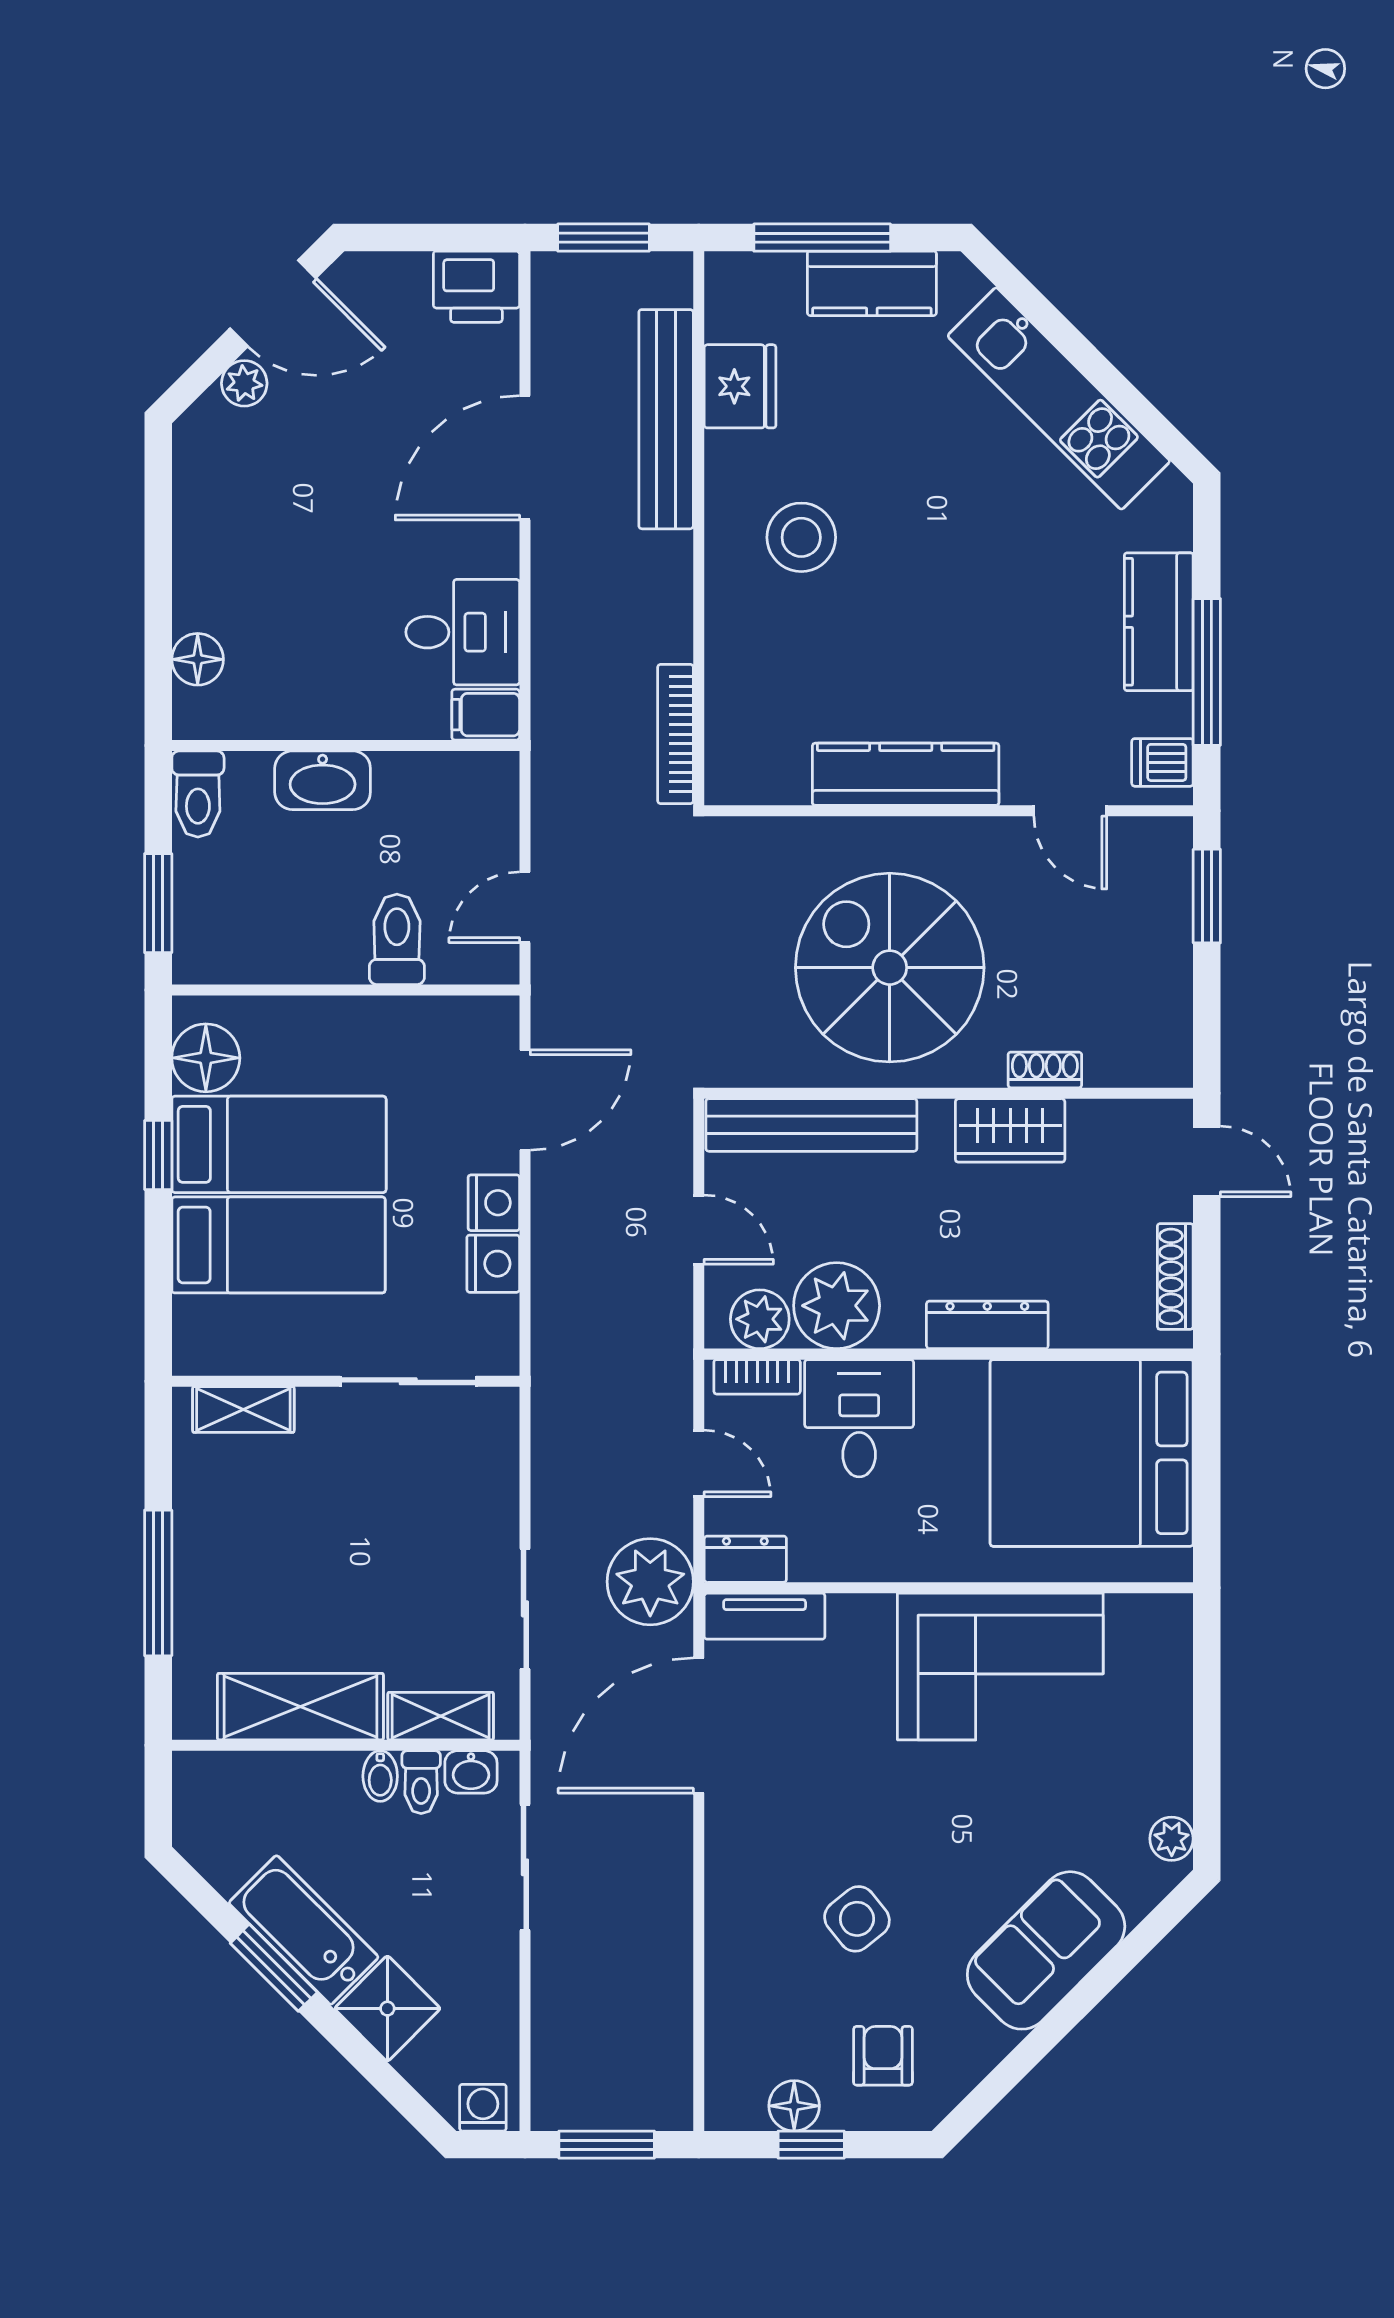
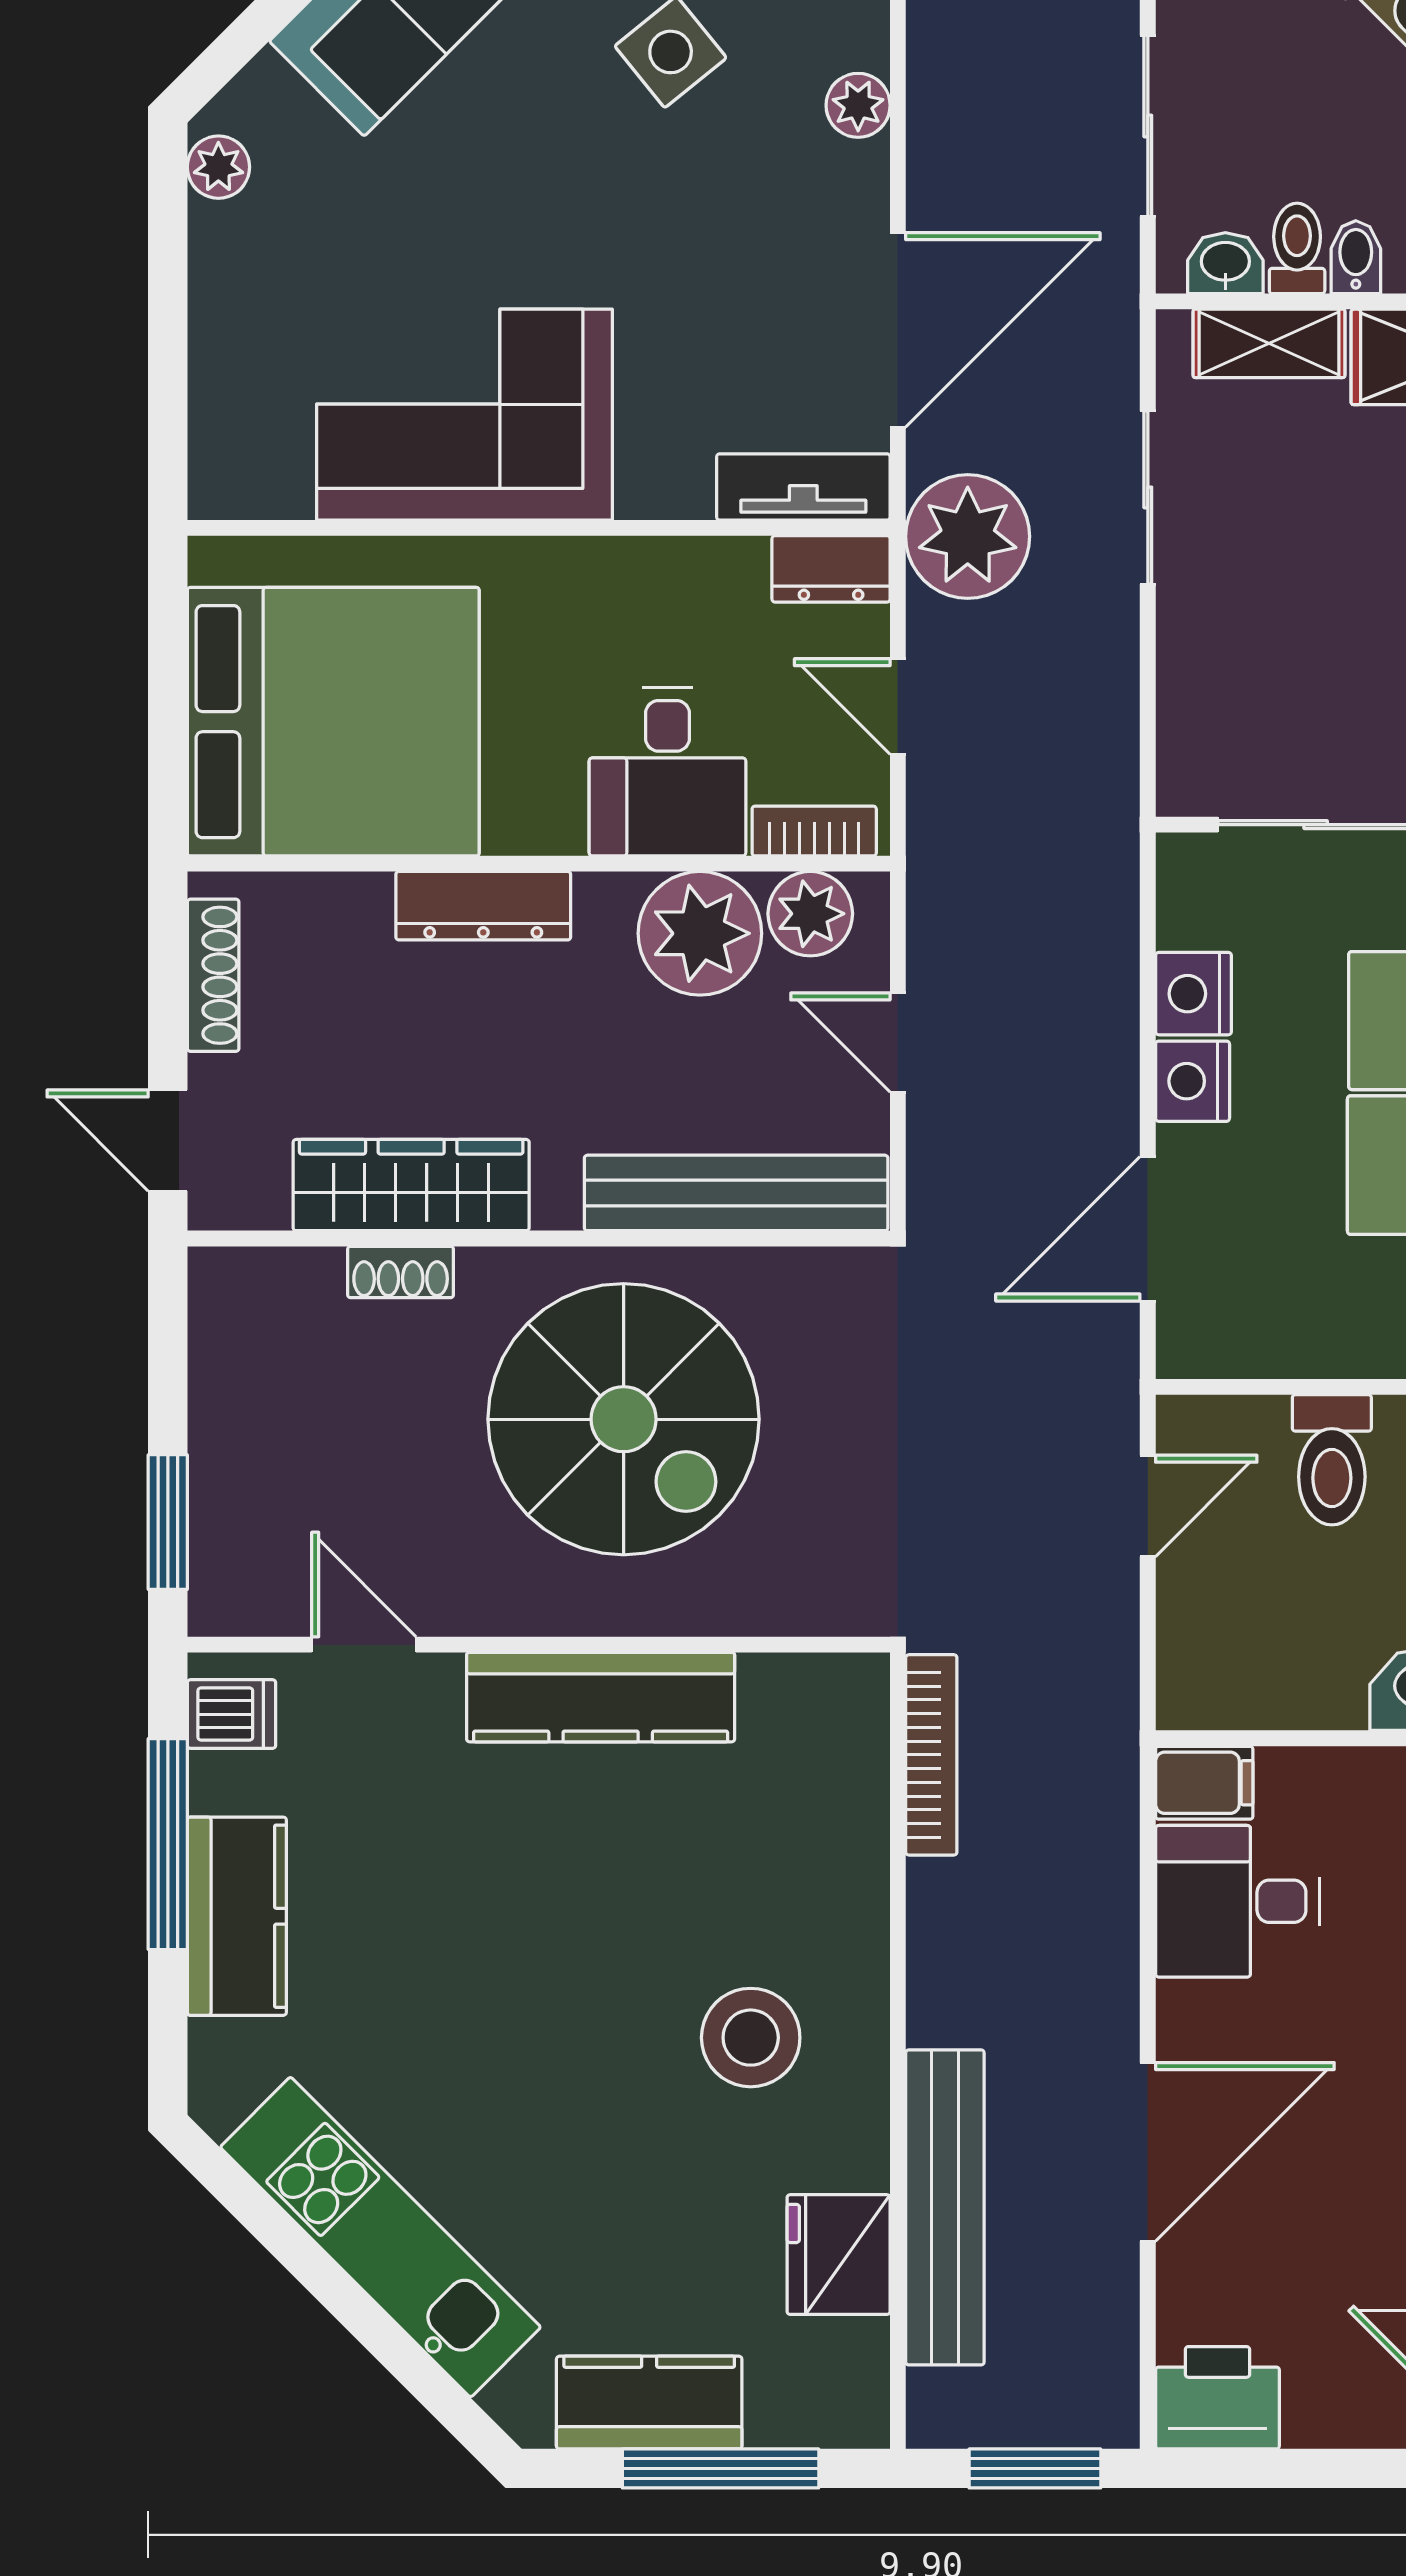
wardrobe: (1010, 1130) -> (411, 1185), width x1.50
plant: (727, 1882) -> (858, 105), added

